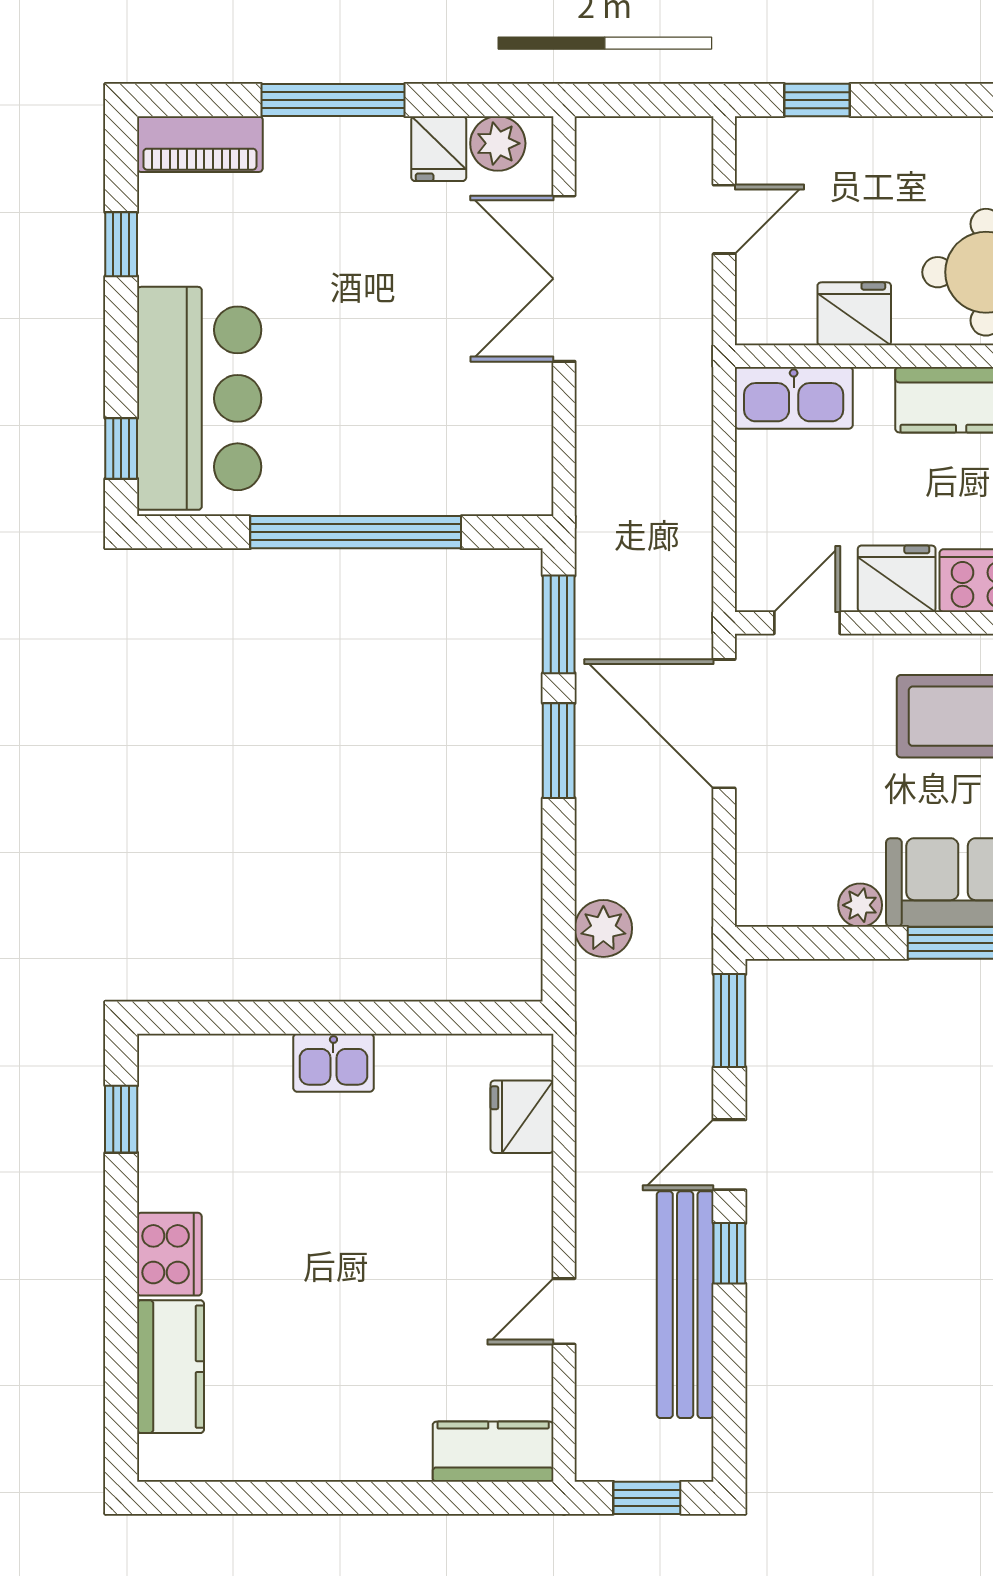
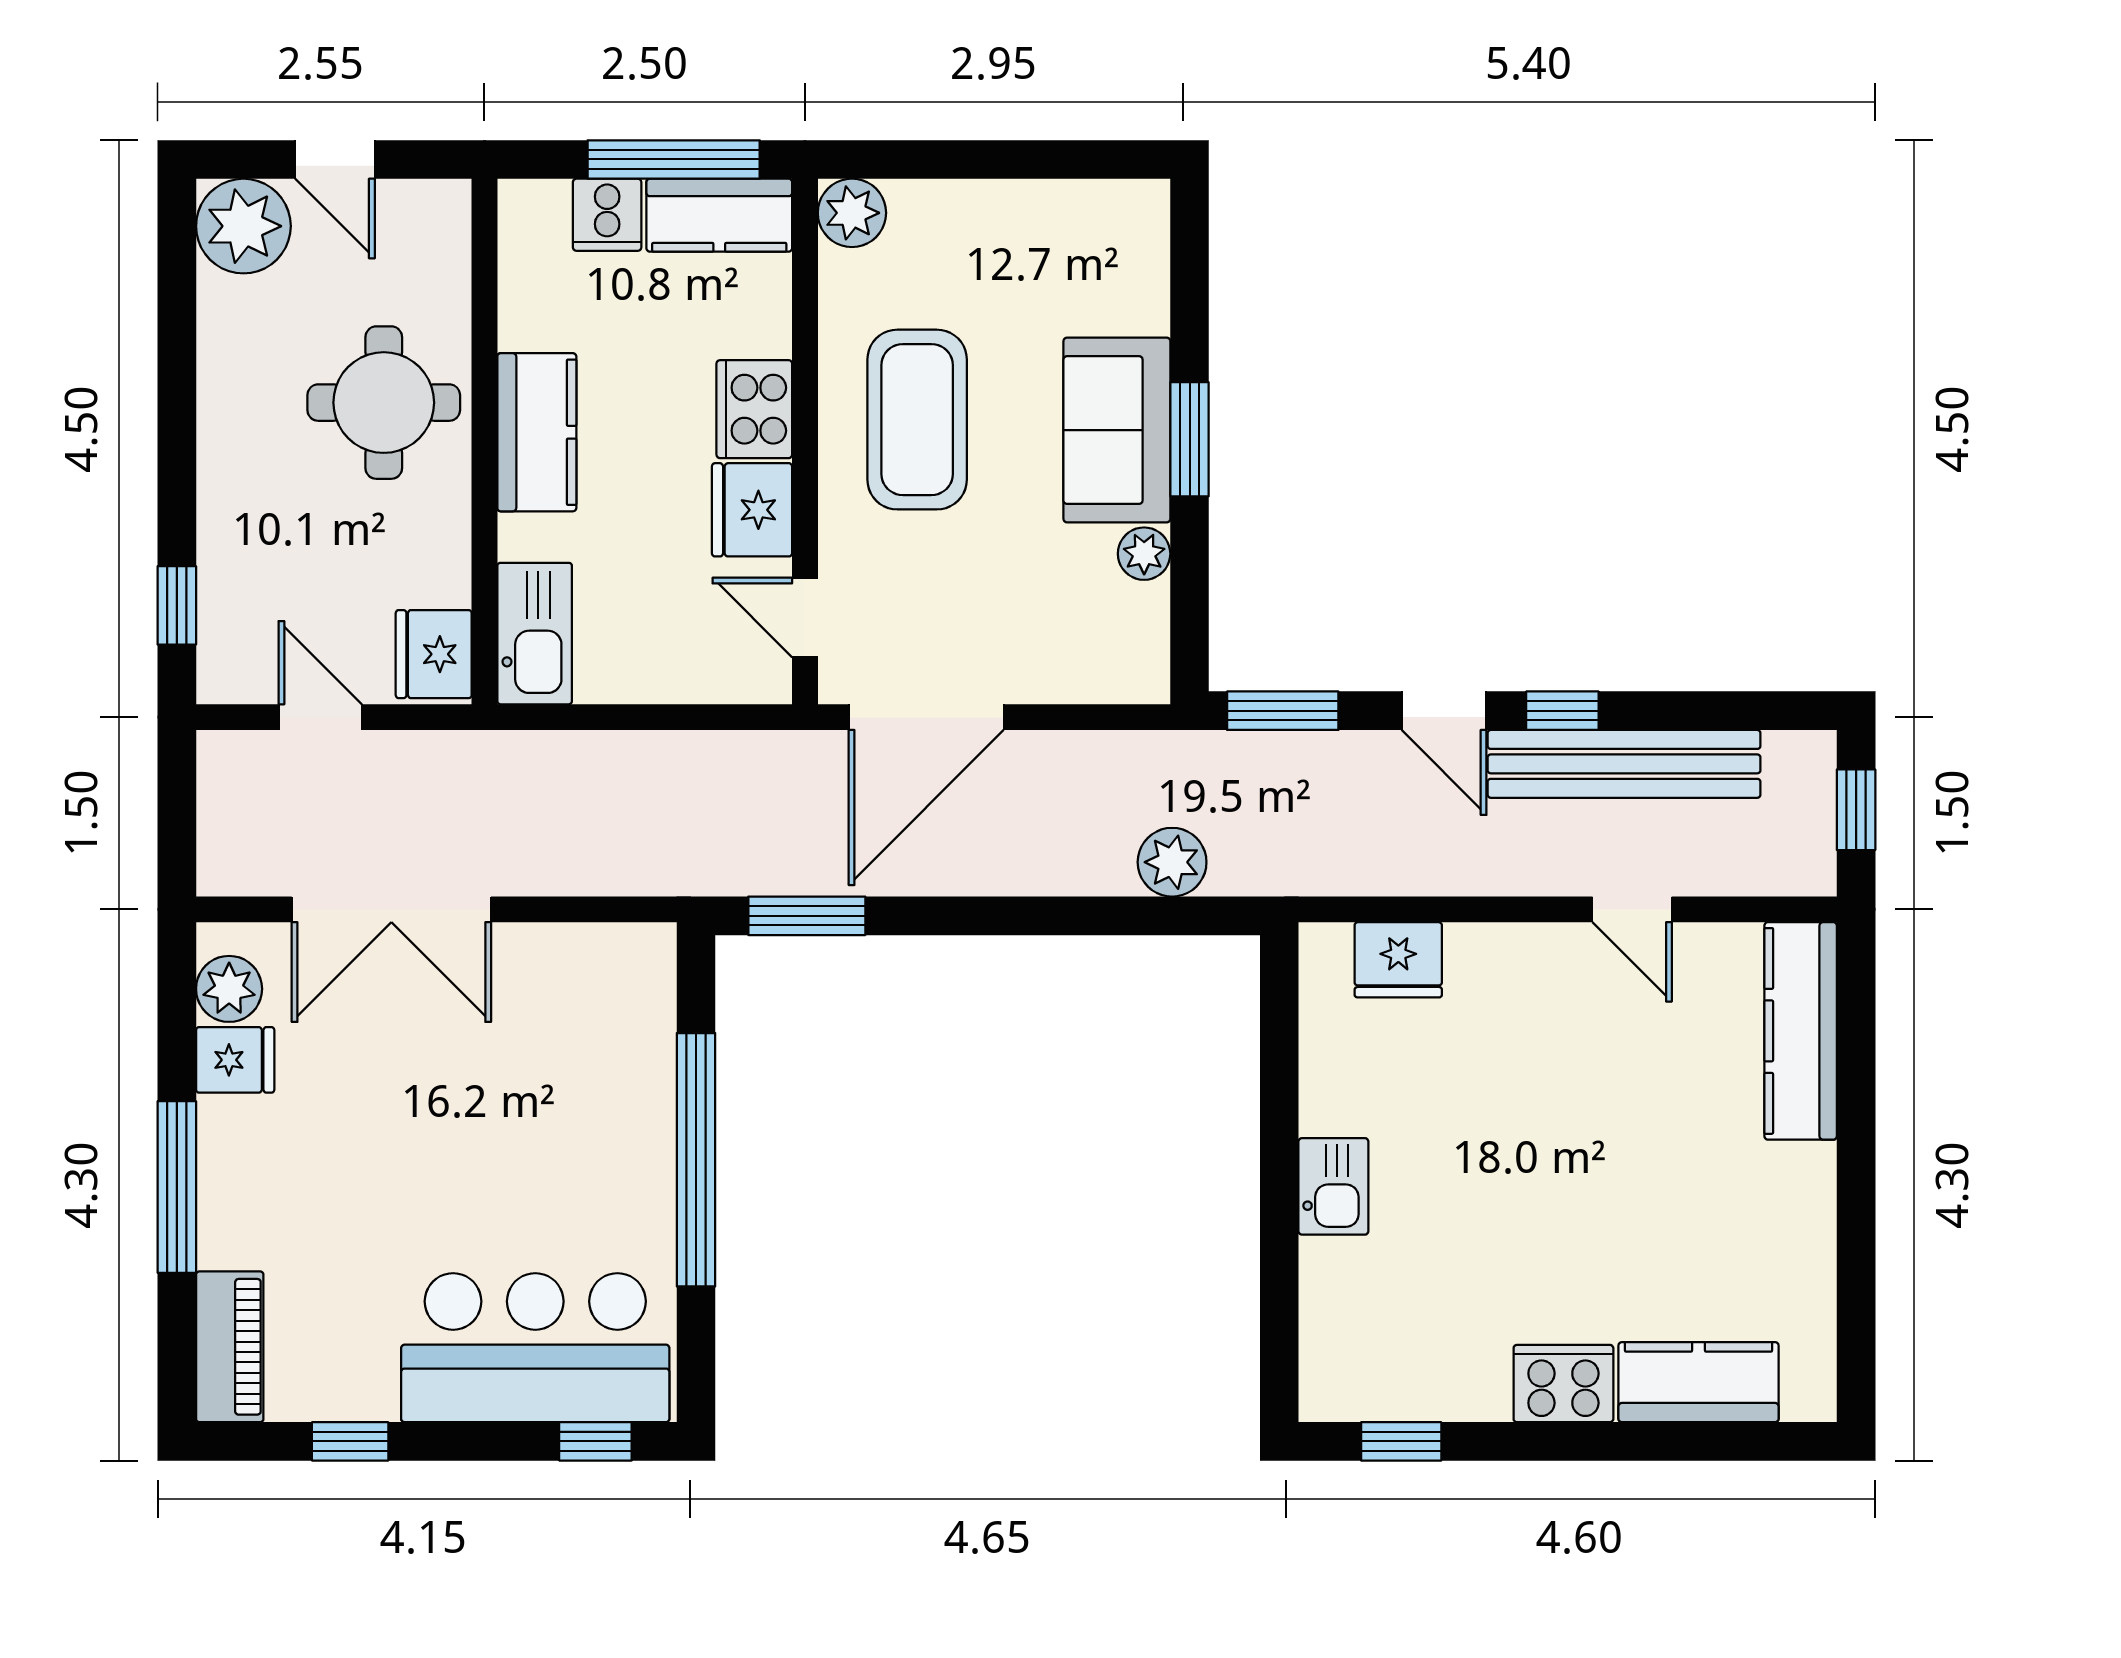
fridge: (854, 314) -> (434, 654), moved
window: (559, 751) -> (958, 916), removed
kitchen counter: (493, 1452) -> (1801, 1031), width x1.50

